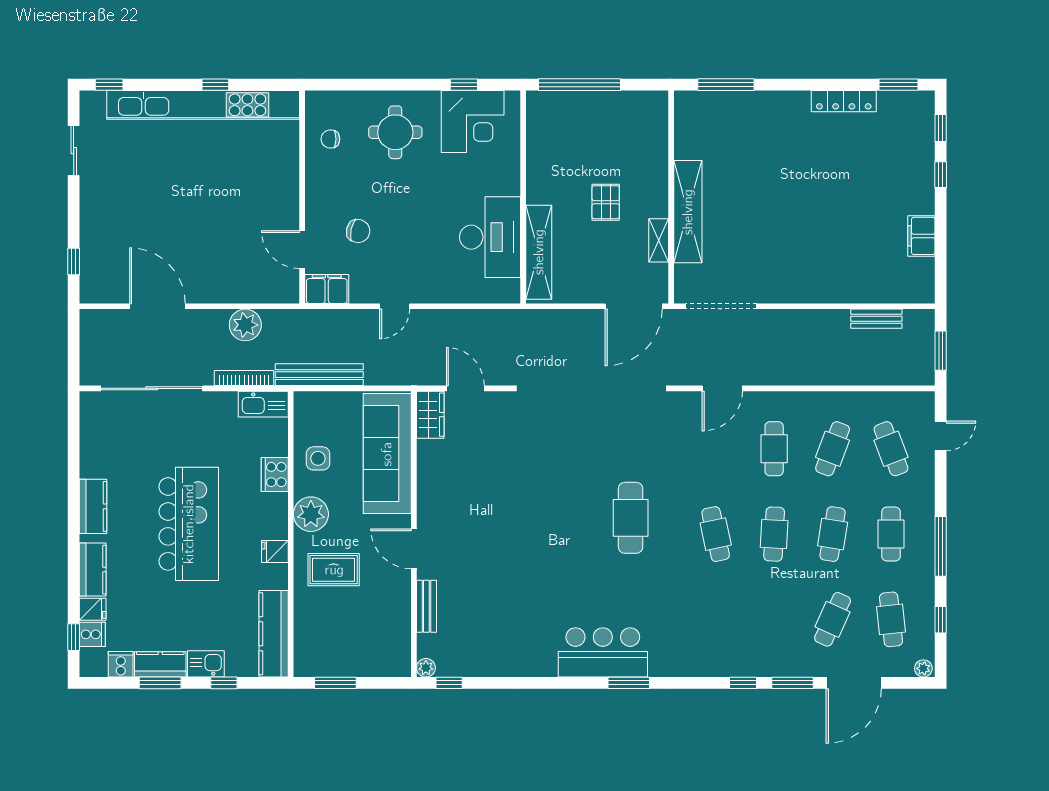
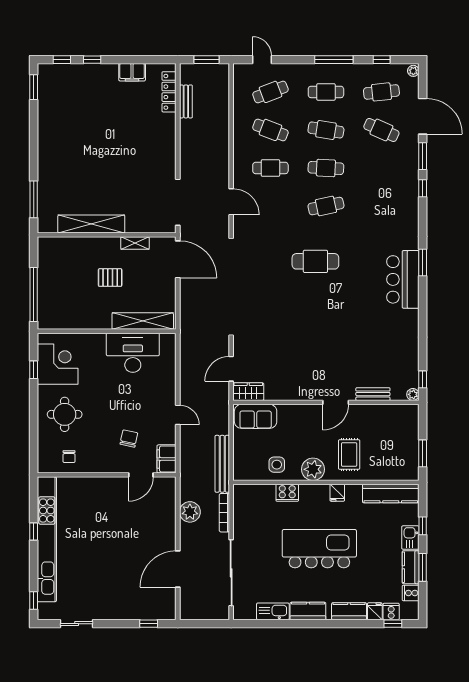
locker: (844, 101) -> (169, 92), moved, turned 180
shelving: (688, 212) -> (91, 224), moved
kitchen sink: (263, 404) -> (273, 611), moved, turned -90
sofa: (387, 454) -> (256, 416), width x0.54, depth x0.79

